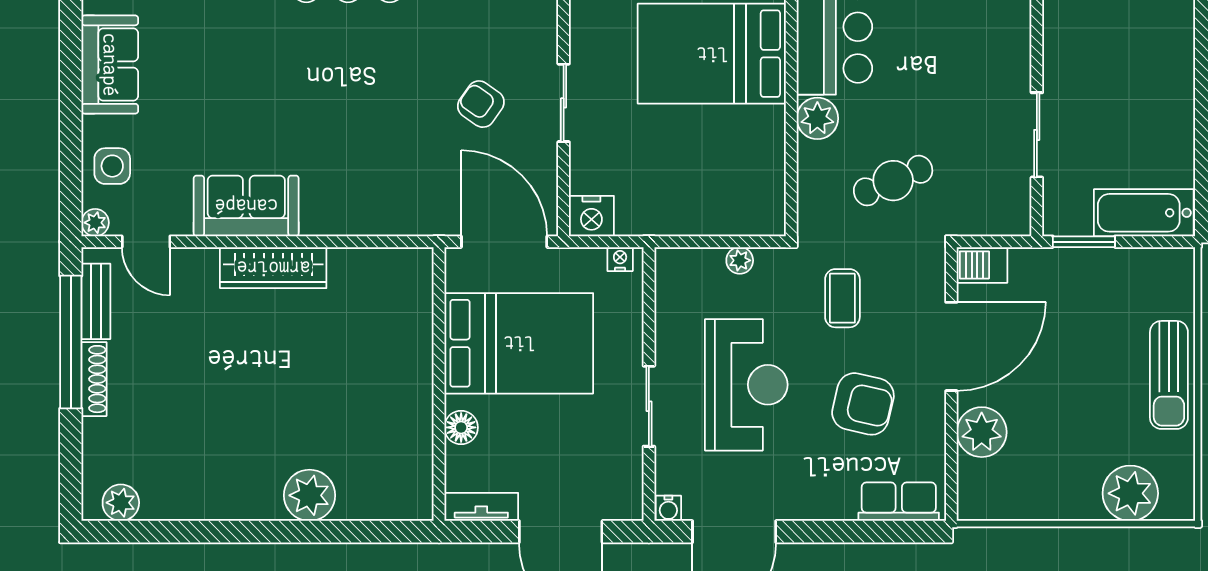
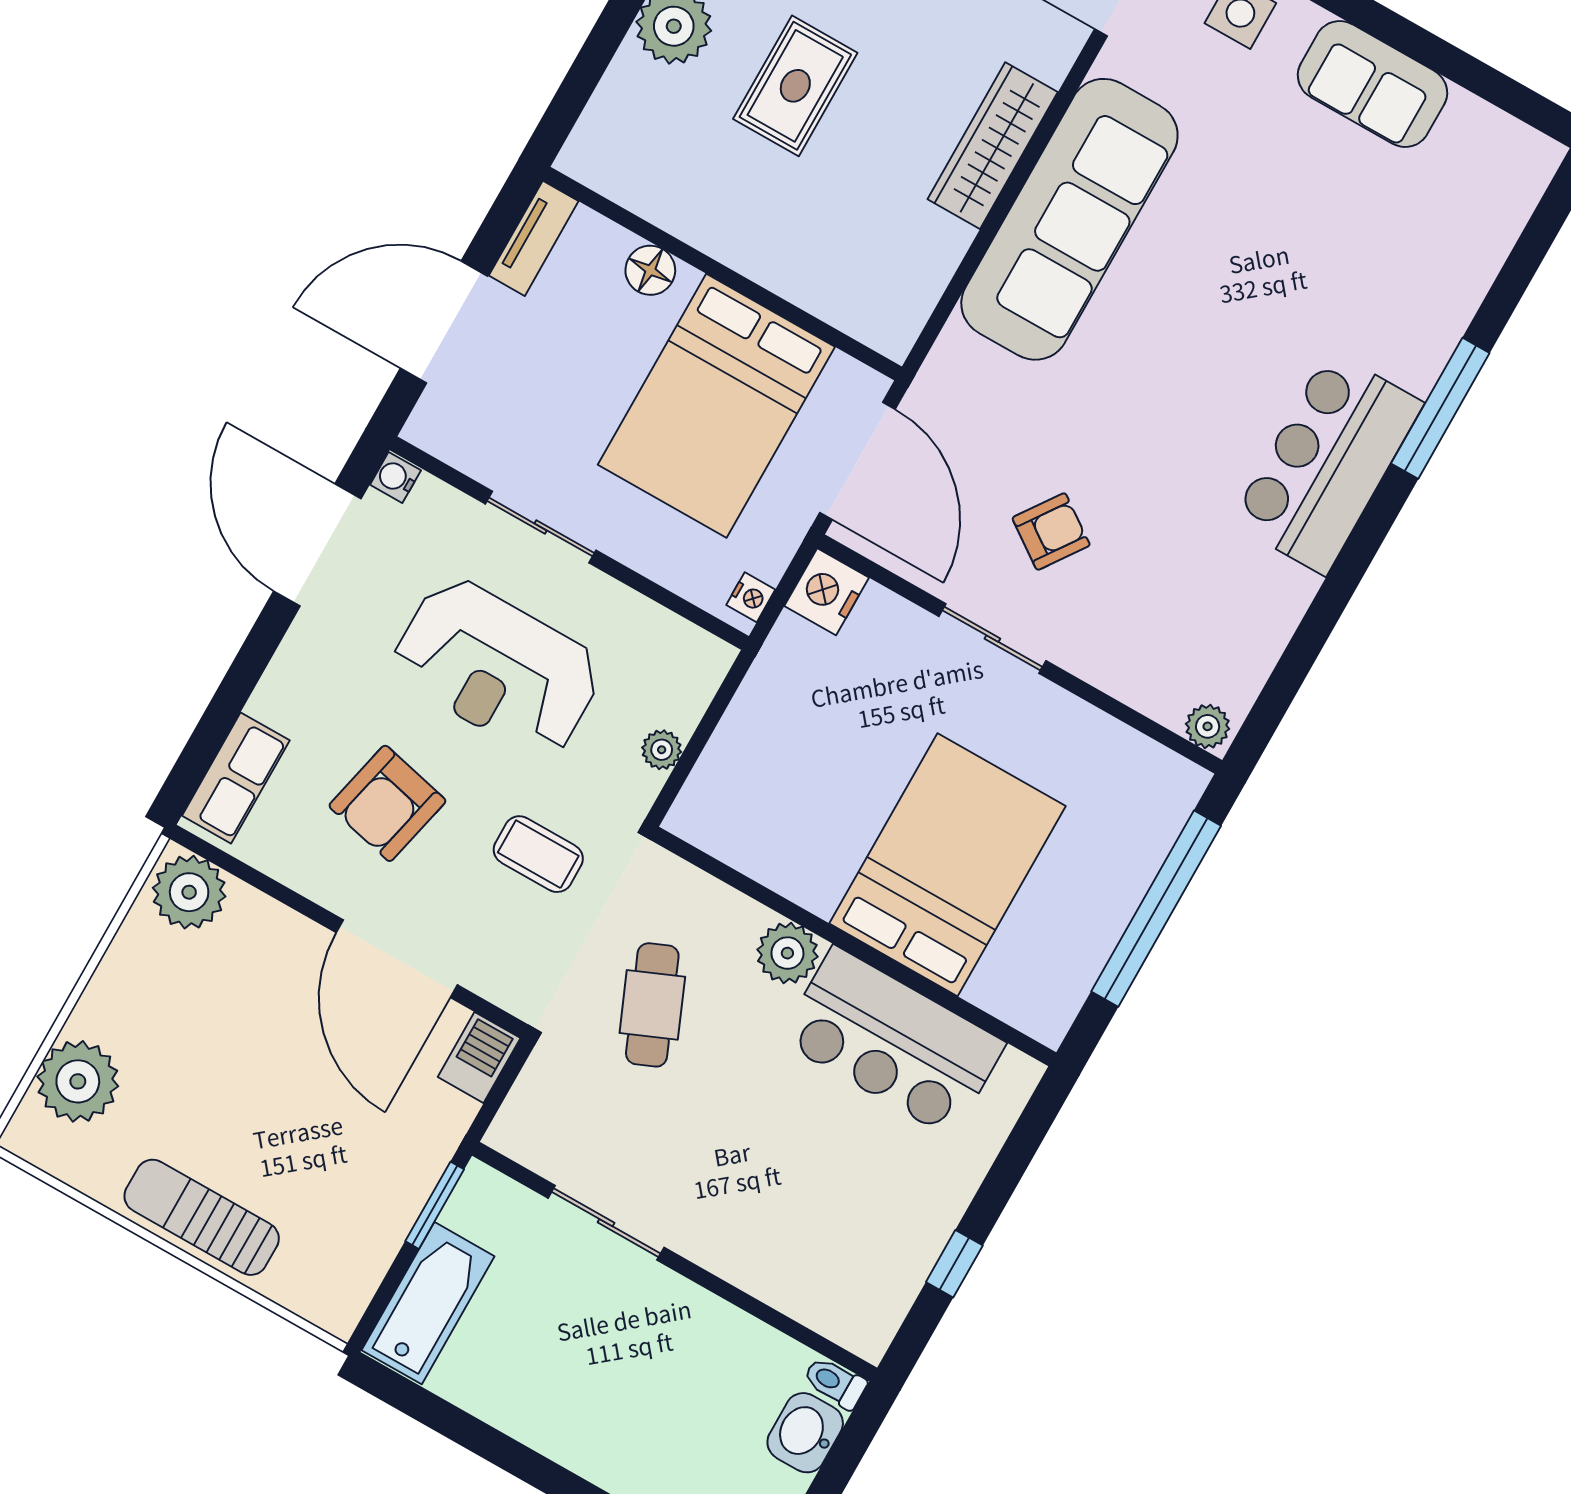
sofa: (246, 206) -> (1069, 219), width x1.85, depth x1.27
door: (504, 242) -> (857, 461), hinge flipped
rug: (304, 404) -> (795, 86), added
plant: (982, 432) -> (189, 892), moved

